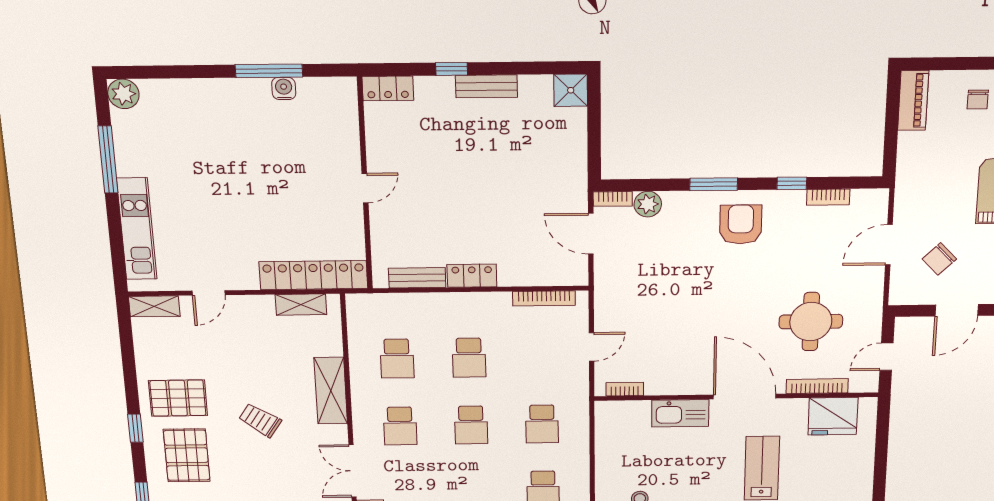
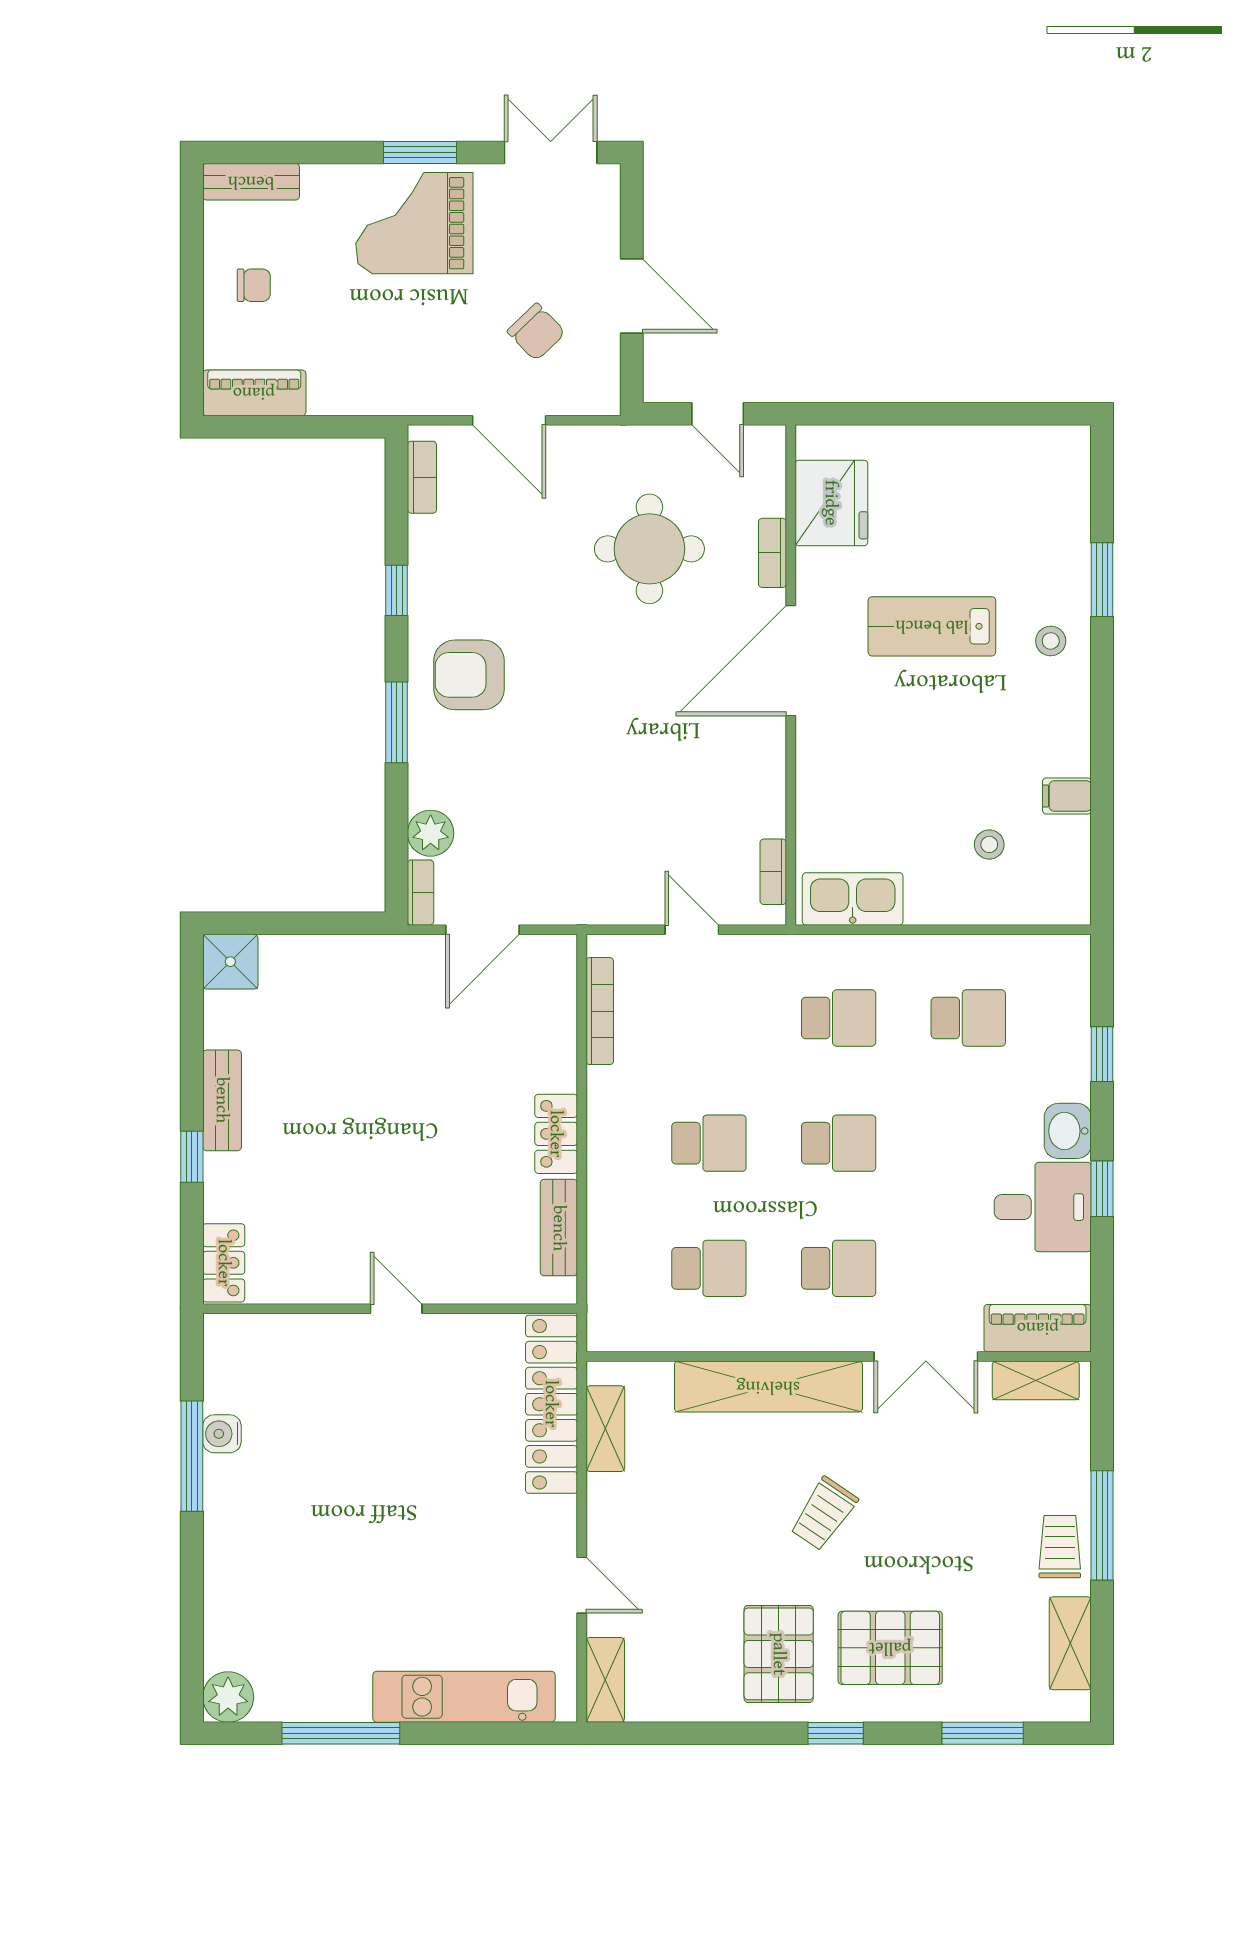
bookcase: (828, 197) -> (422, 477), moved
bookcase: (817, 386) -> (772, 553), width x0.64
shelving: (331, 391) -> (768, 1387), width x1.47
kitchen sink: (680, 413) -> (853, 899), moved, turned -90

